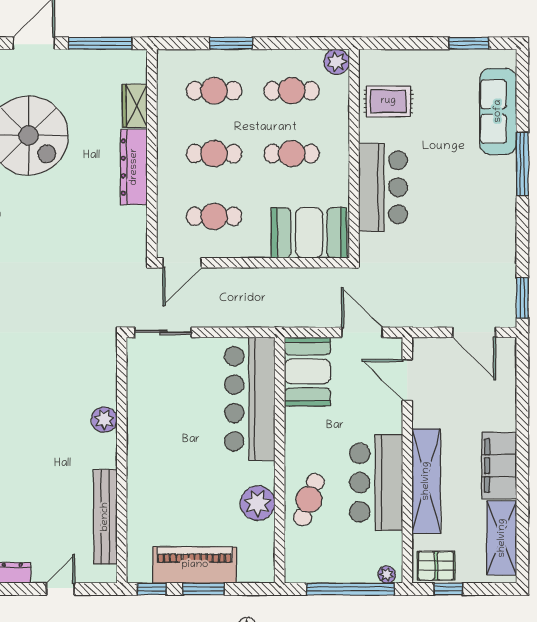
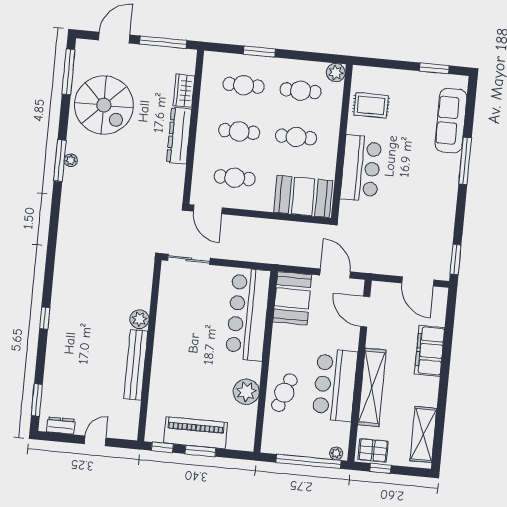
door: (182, 263) -> (208, 209), hinge flipped
filing cabinet: (499, 466) -> (430, 351), moved
bench: (105, 517) -> (136, 365), moved

